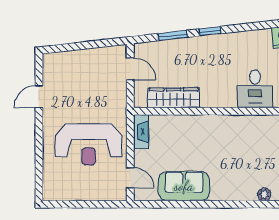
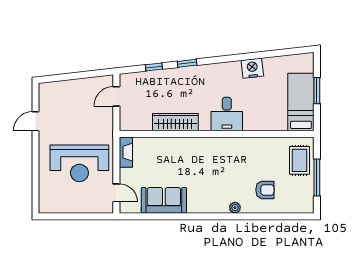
window: (173, 35) -> (154, 67), width x0.67
door: (130, 69) -> (116, 96), swing flipped
wardrobe: (174, 98) -> (175, 122), moved

